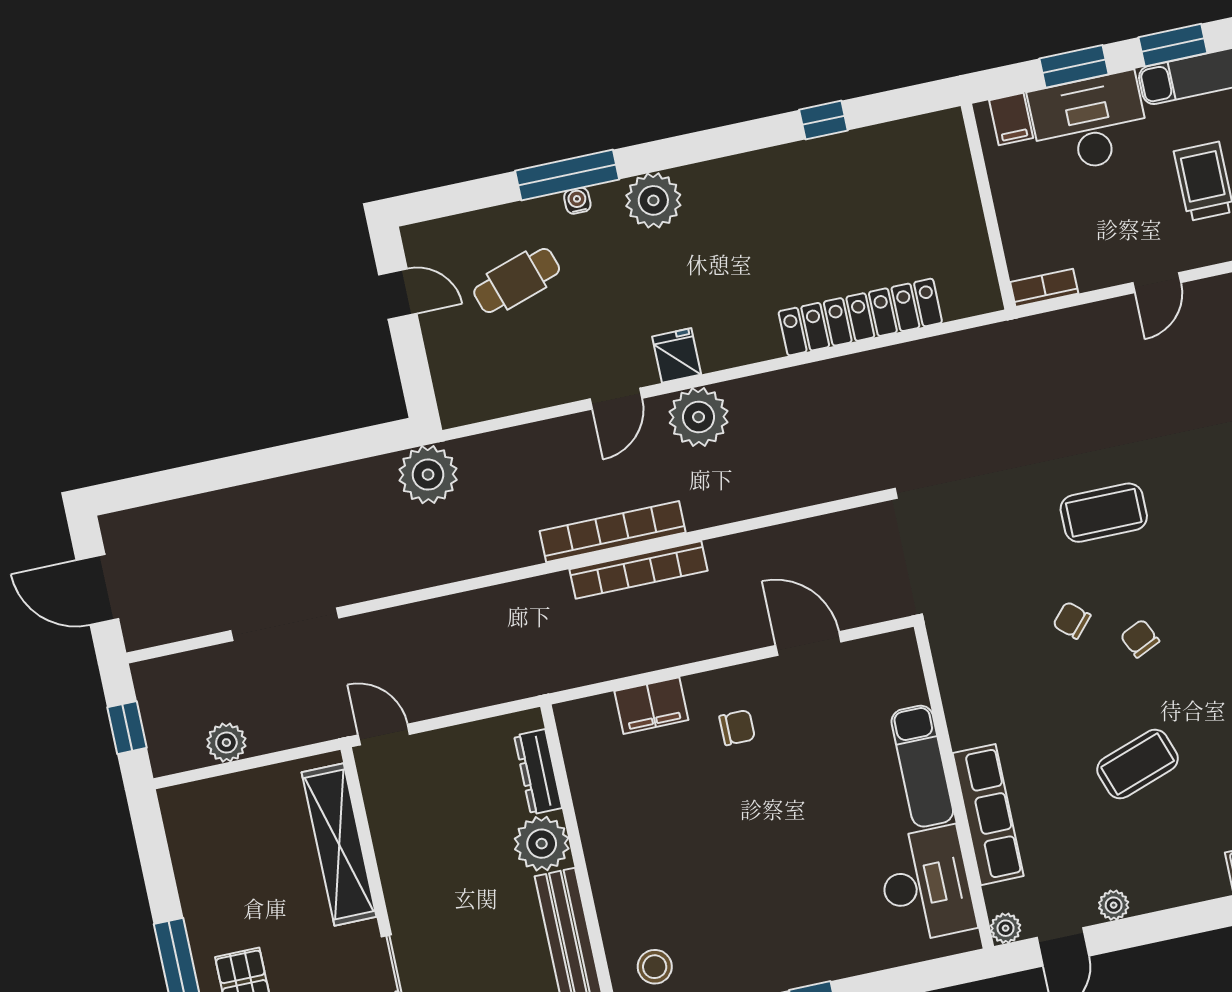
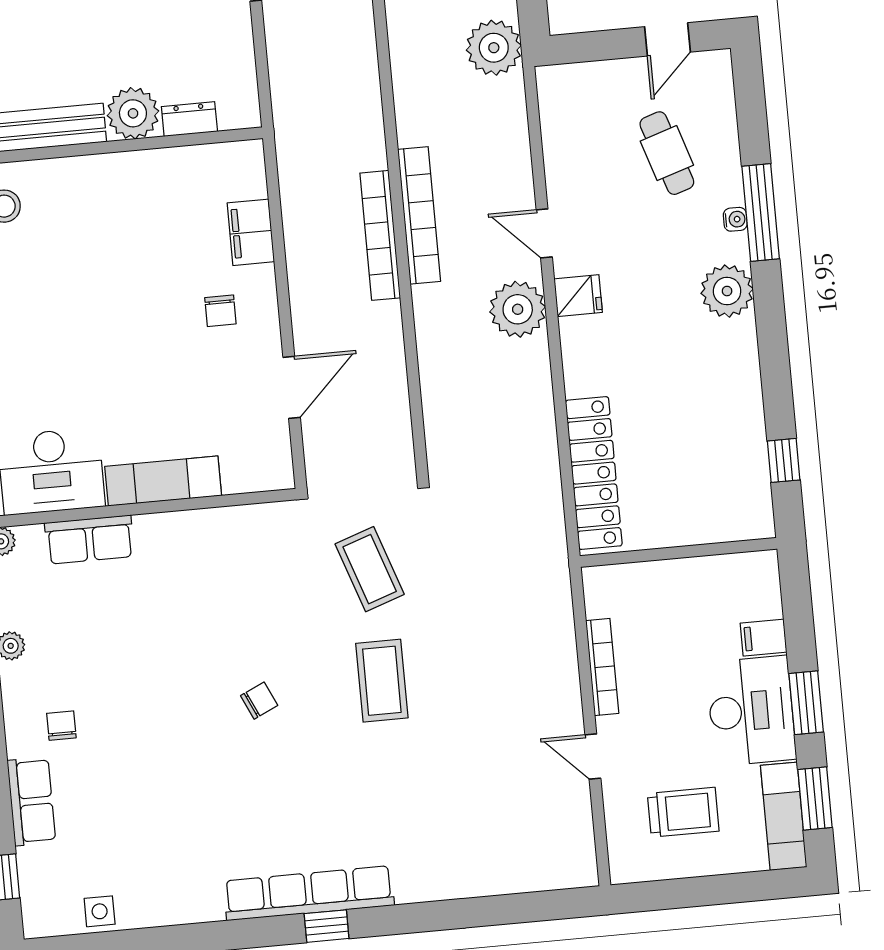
wall: (988, 207) -> (679, 552), moved
bookcase: (1044, 288) -> (602, 667), width x1.56
chair: (1072, 620) -> (61, 726), moved, turned -42
coffee table: (1138, 764) -> (370, 569), moved
dresser: (538, 772) -> (189, 119), width x0.70
row of seats: (988, 815) -> (89, 540), width x0.68

